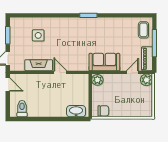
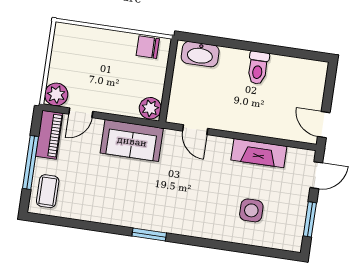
door: (60, 72) -> (195, 130), moved
toilet: (22, 109) -> (258, 68), moved

